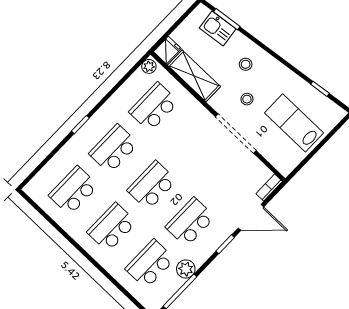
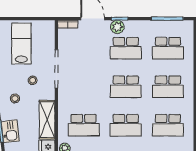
lab bench: (294, 123) -> (21, 44), turned 180
plant: (186, 269) -> (117, 27), moved

